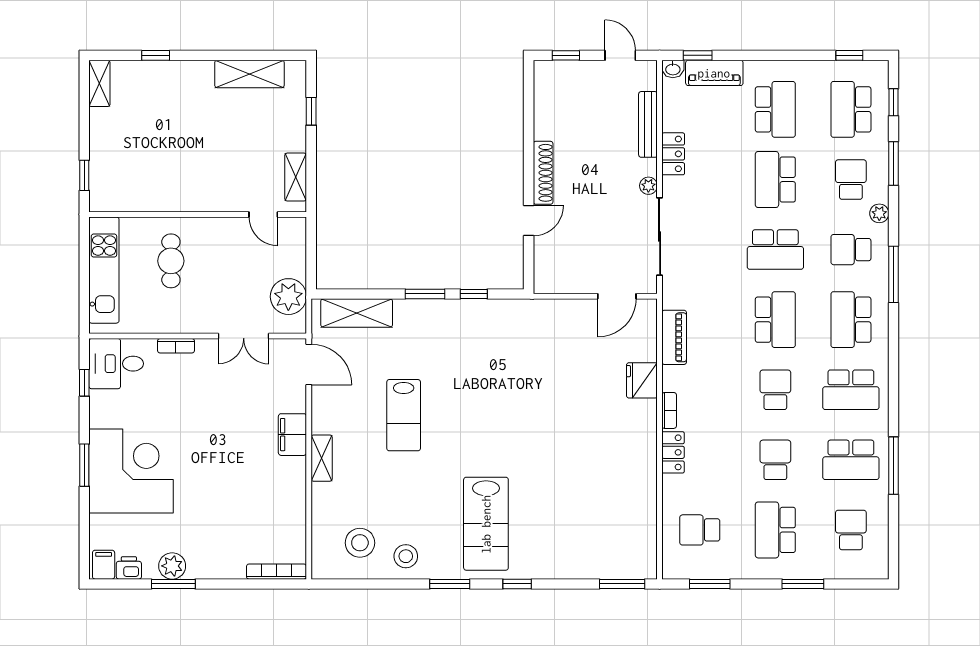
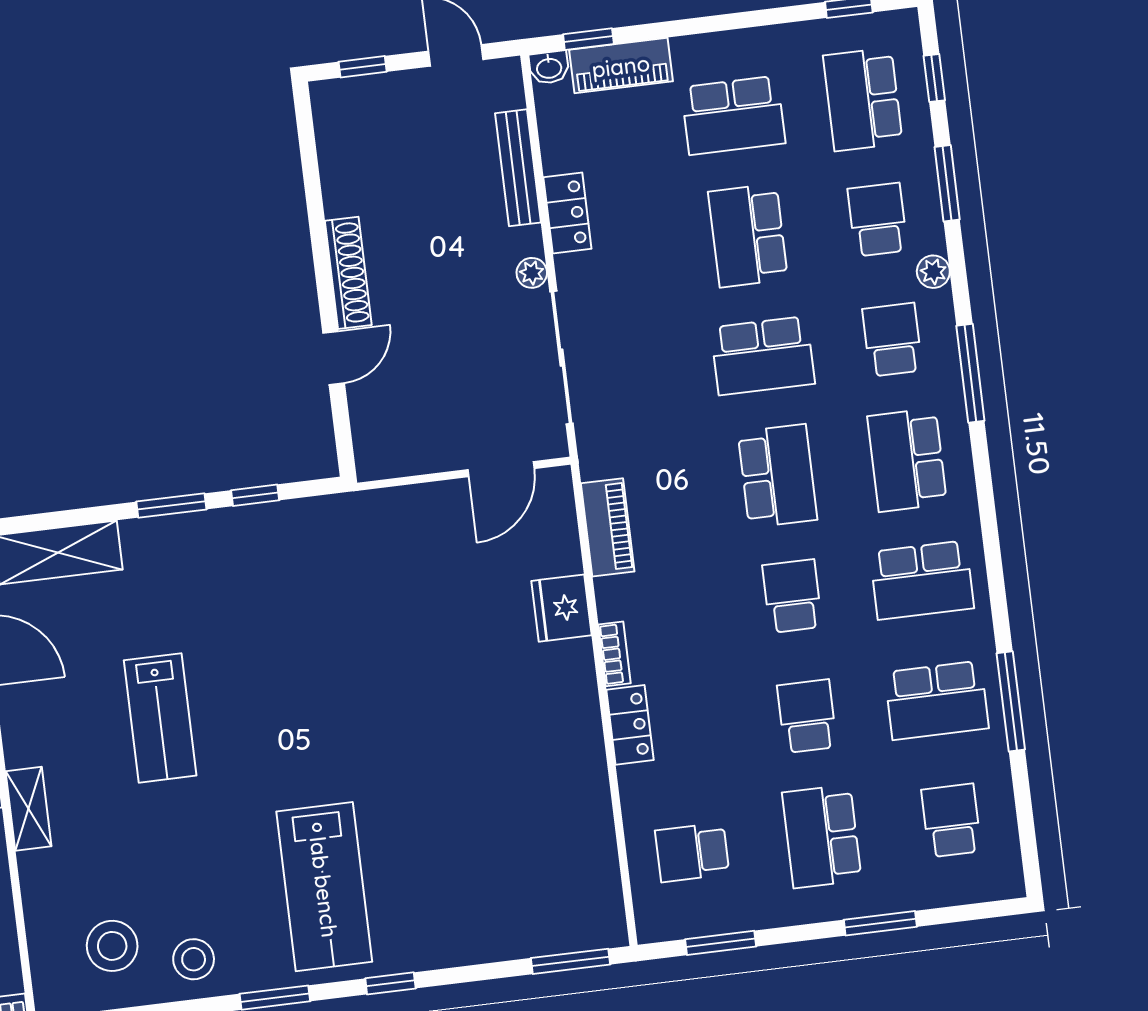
school desk: (775, 109) -> (733, 115), turned 90
school desk: (851, 250) -> (892, 340), turned 90

